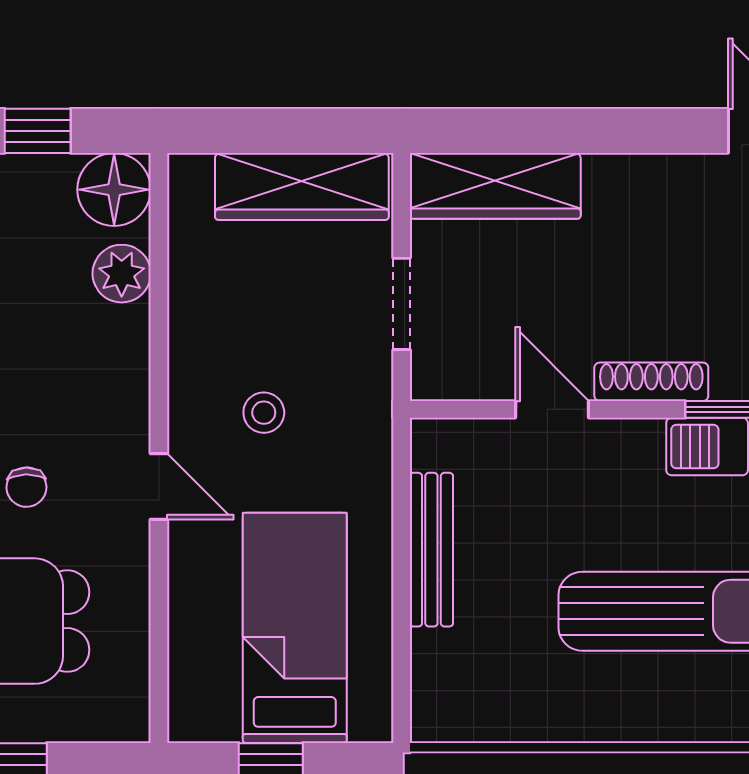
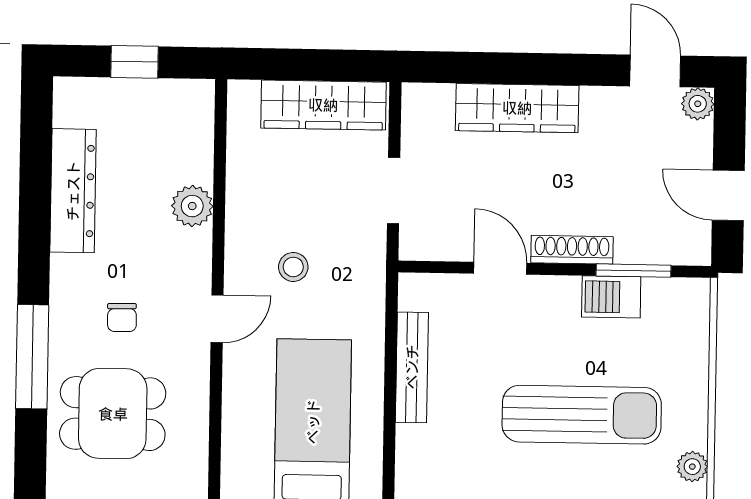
wardrobe: (495, 186) -> (517, 108), moved
floor lamp: (114, 190) -> (189, 105), removed
plant: (122, 274) -> (192, 206), moved
door: (159, 487) -> (217, 319), hinge flipped

